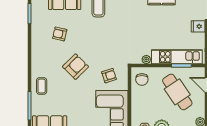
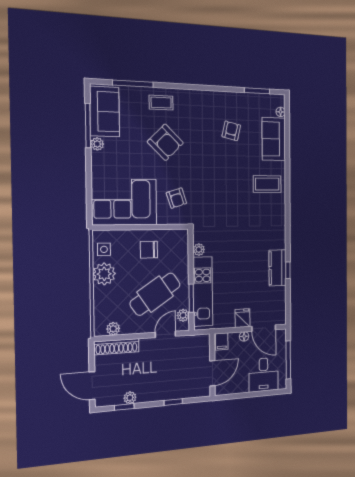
armchair: (76, 67) -> (165, 142), moved
plant: (193, 72) -> (183, 315), added
chair: (142, 80) -> (149, 250), moved

